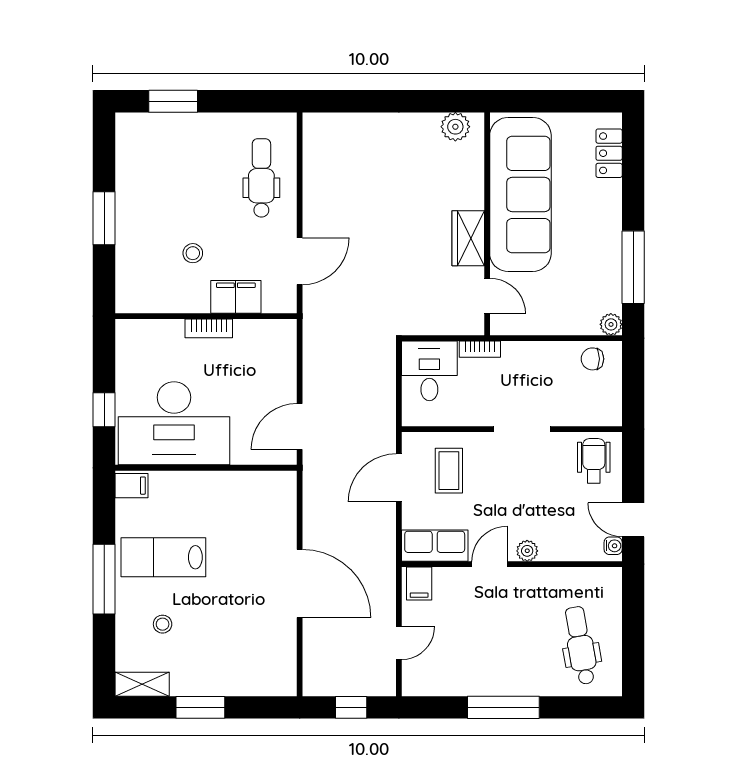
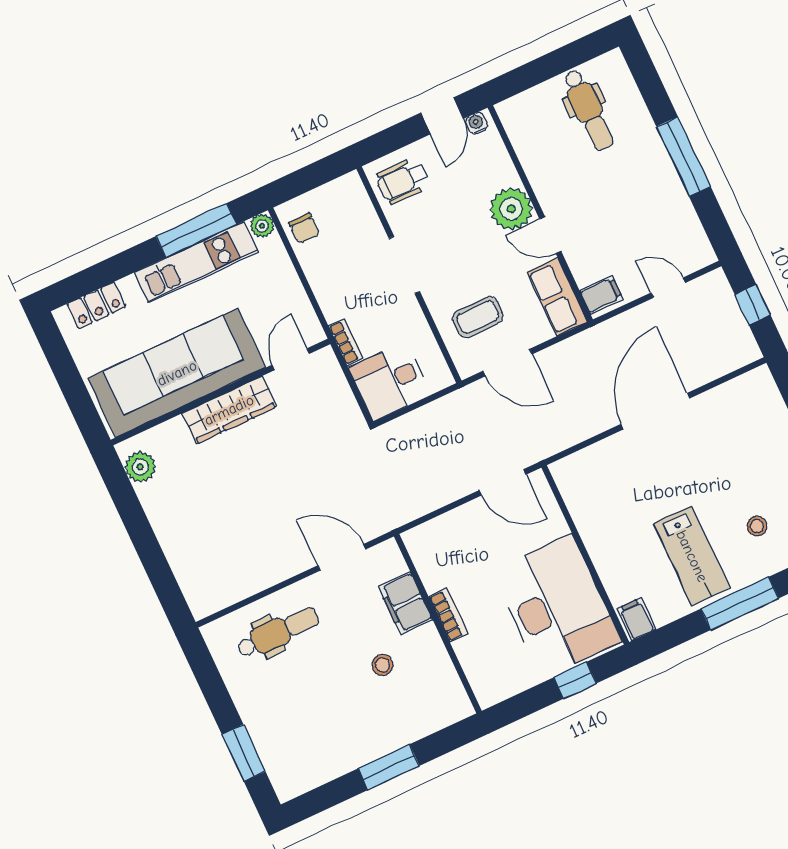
dental chair: (261, 178) -> (278, 632), turned 180
wardrobe: (468, 238) -> (229, 410), width x1.50
kitchen unit: (606, 255) -> (196, 262), added
plant: (527, 551) -> (511, 209), width x1.88, depth x1.88
dental chair: (580, 645) -> (588, 110), turned -80

